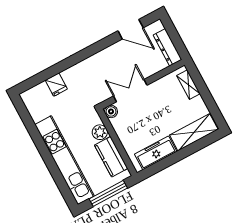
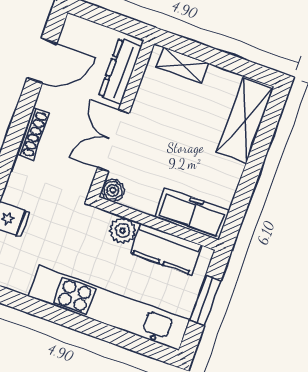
dresser: (167, 47) -> (120, 71), moved, turned 90
shoe rack: (99, 57) -> (33, 134), added
freezer: (156, 153) -> (192, 214), moved, turned 90
window: (108, 193) -> (205, 300), width x0.69

